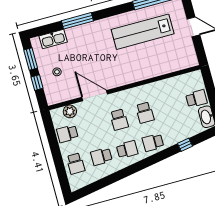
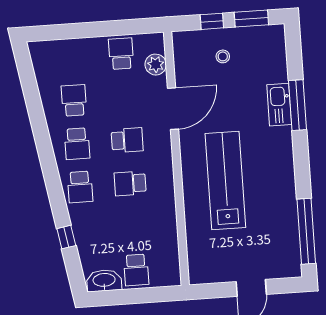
lab bench: (143, 32) -> (225, 180), moved
kitchen sink: (53, 39) -> (279, 105), moved
school desk: (119, 120) -> (127, 140), turned 180
school desk: (153, 142) -> (80, 187), turned 180
school desk: (76, 164) -> (71, 57), removed

